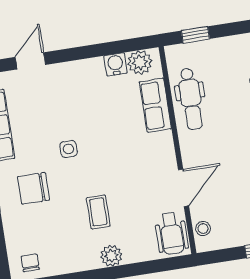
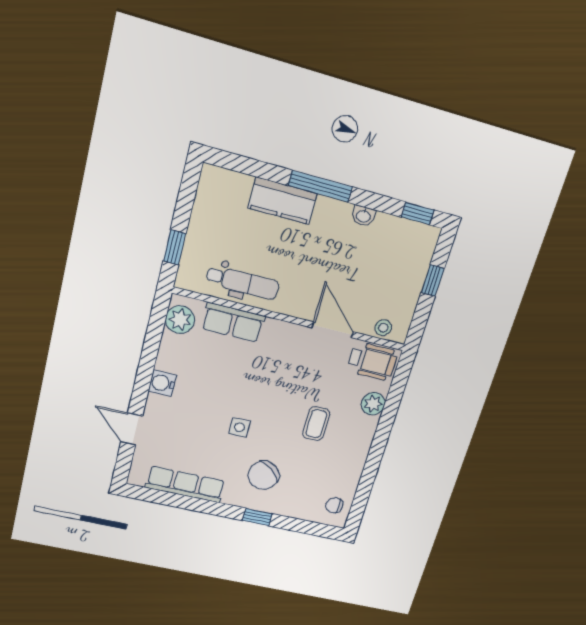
water cooler: (115, 64) -> (162, 383), moved
chair: (33, 188) -> (264, 475), turned 39
coffee table: (98, 212) -> (316, 424), turned 90
plant: (111, 256) -> (373, 404), moved

